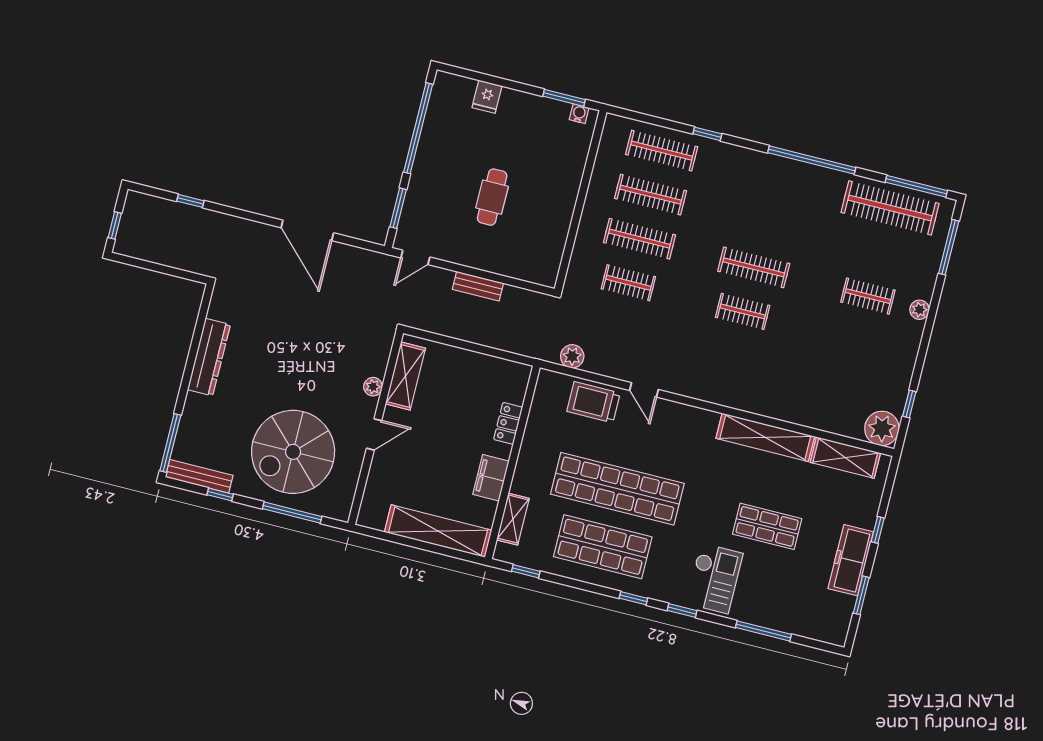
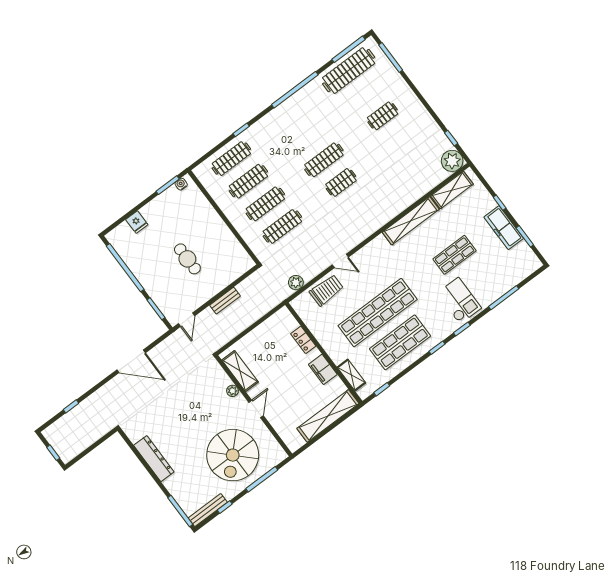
clothes rail: (628, 283) -> (282, 226), width x1.36
plant: (920, 310) -> (409, 96), removed
trolley: (593, 402) -> (326, 290), turned 180

